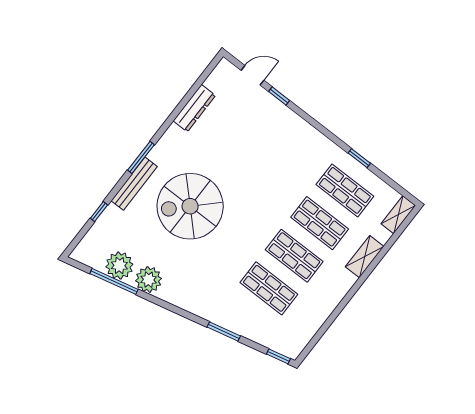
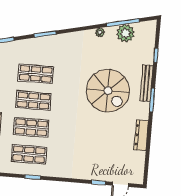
dresser: (194, 108) -> (141, 135), moved
spiral stairs: (190, 206) -> (108, 91), turned 90
plant: (149, 280) -> (100, 32), width x0.53, depth x0.53

